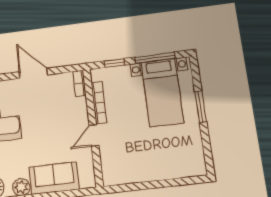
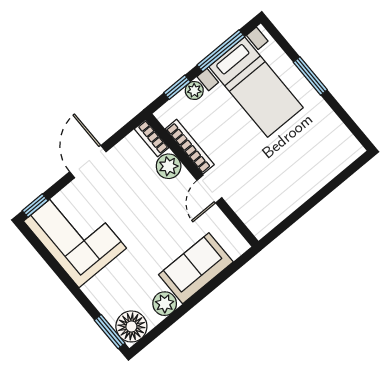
plant: (123, 71) -> (194, 90), added
door: (33, 73) -> (88, 162), hinge flipped
plant: (79, 106) -> (169, 166), added

